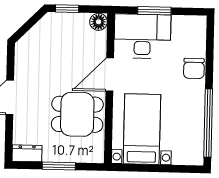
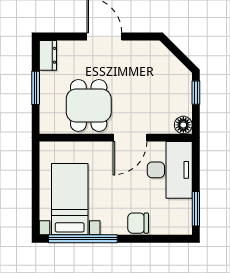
window: (154, 11) -> (196, 209), moved
door: (110, 75) -> (130, 138), swing flipped
bed with nightstands: (142, 129) -> (70, 199), moved, turned -90

